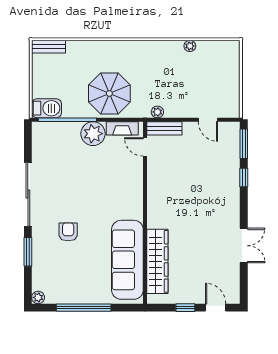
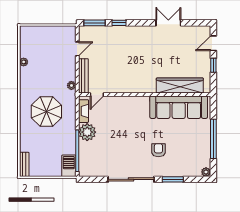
parasol: (109, 93) -> (46, 111), moved
bench: (164, 128) -> (83, 76), width x1.36
armchair: (68, 232) -> (158, 150), turned 90

